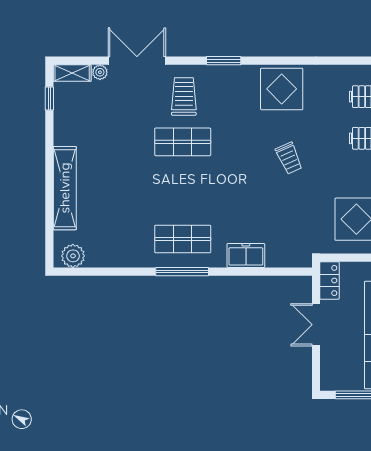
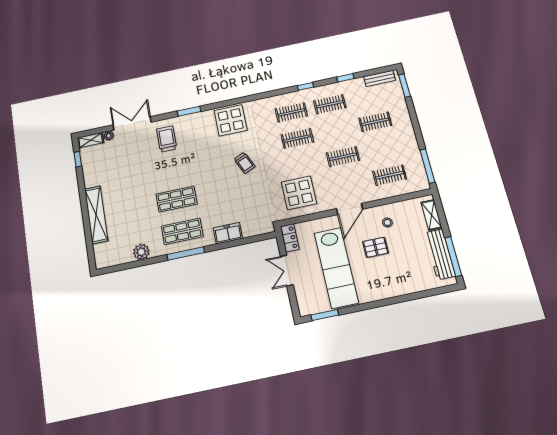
shop shelf: (183, 142) -> (176, 199), moved
plant: (73, 256) -> (141, 252), moved

